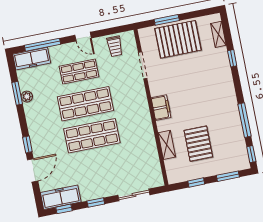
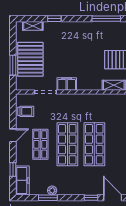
window: (42, 45) -> (13, 169), width x0.46
filing cabinet: (161, 108) -> (67, 84), moved

